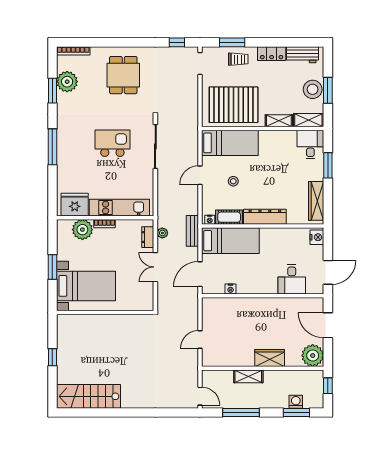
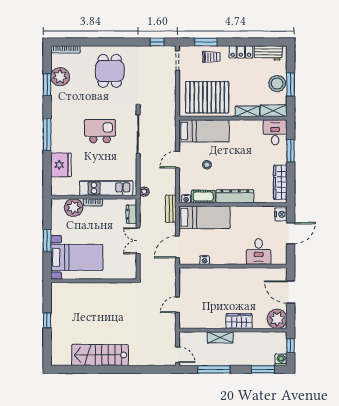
fridge: (75, 205) -> (61, 165), moved, turned 90
plant: (162, 233) -> (144, 192), moved
door: (328, 272) -> (291, 233), moved
stairs: (89, 396) -> (100, 355), moved
washing machine: (296, 402) -> (281, 360), moved

